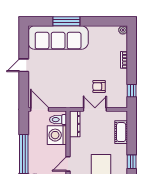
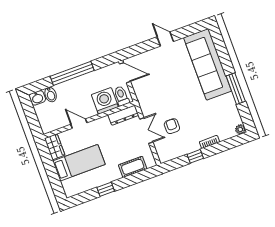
window: (66, 21) -> (236, 89), moved
window: (132, 91) -> (195, 156), moved
door: (40, 109) -> (125, 73), hinge flipped

